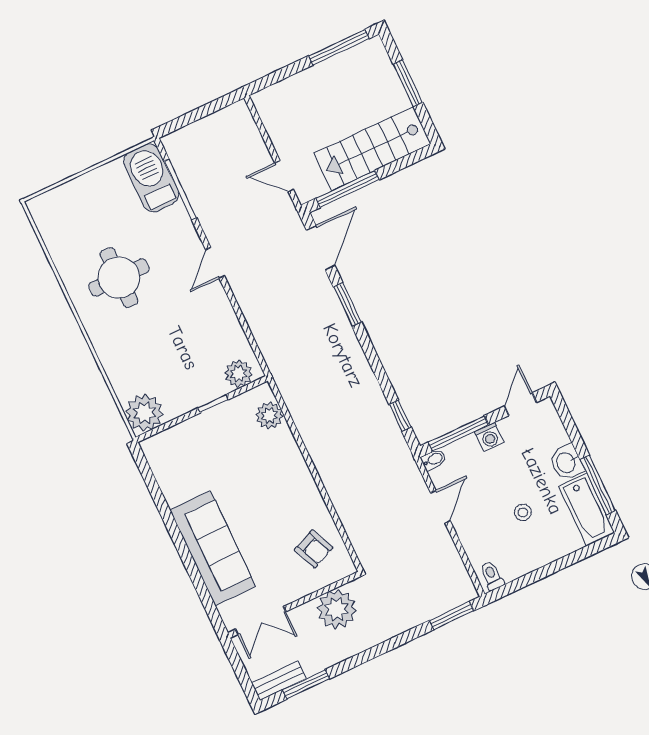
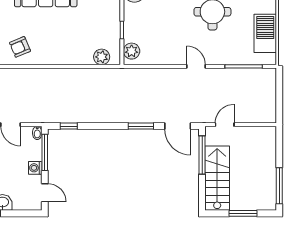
barbecue: (151, 178) -> (265, 33), moved, turned -90

